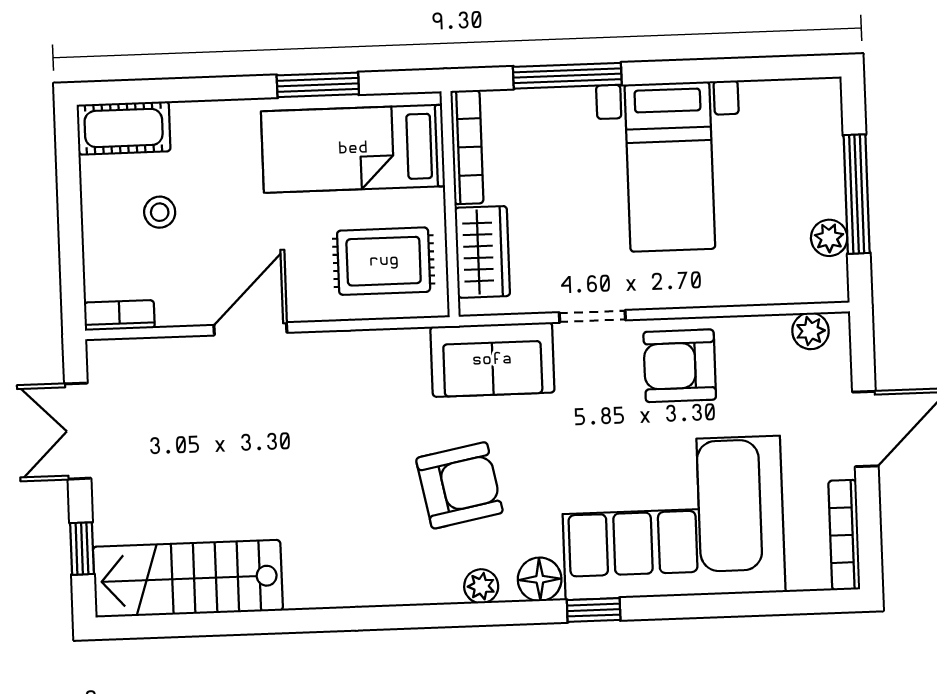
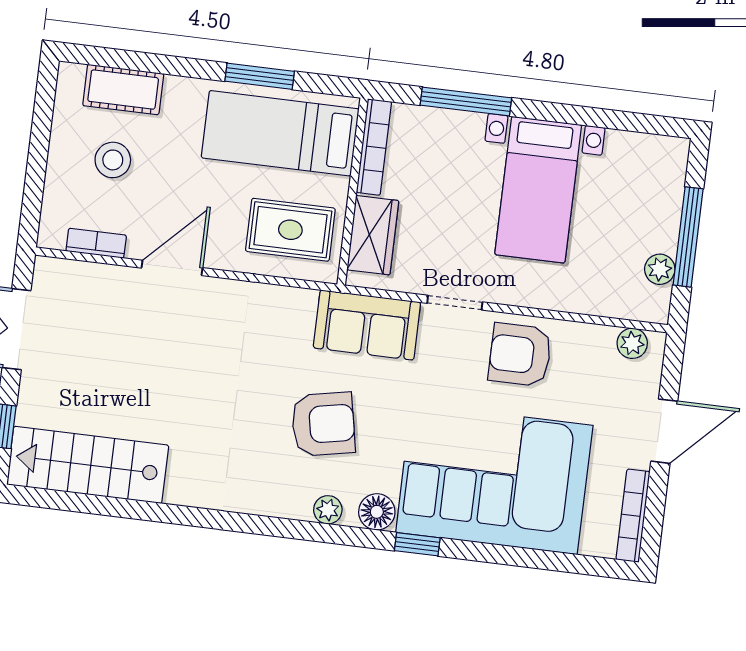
cot: (124, 128) -> (123, 90), moved
stool: (160, 212) -> (113, 160), width x1.37, depth x1.37
bookcase: (119, 315) -> (96, 243), moved

